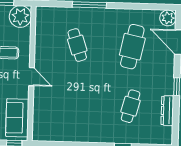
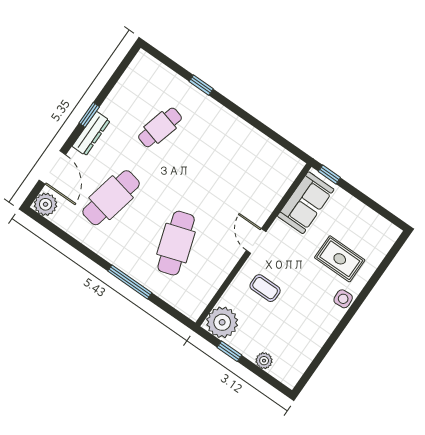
cafe table: (77, 45) -> (176, 243), width x1.37, depth x1.35
dresser: (167, 111) -> (91, 134), moved

